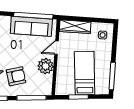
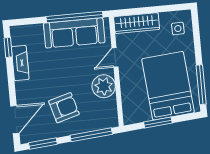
bed: (85, 73) -> (168, 86), width x1.50

